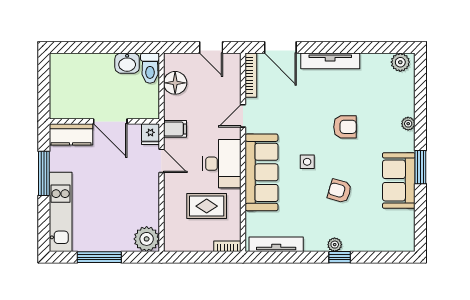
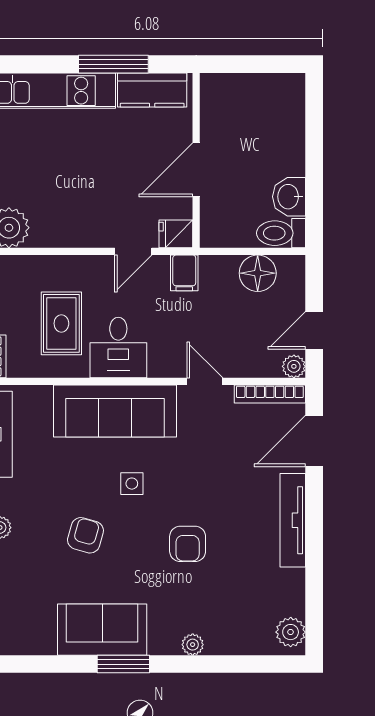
plant: (234, 60) -> (294, 366), added
kitchen counter: (71, 134) -> (152, 90), moved, turned -90
desk: (222, 164) -> (118, 348), width x0.73

